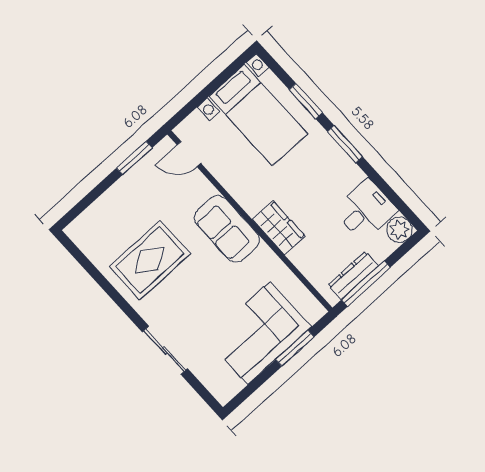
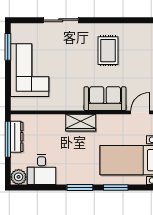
wardrobe: (279, 228) -> (81, 123), moved
sofa: (227, 229) -> (105, 99), moved
rug: (150, 260) -> (108, 51), width x0.73, depth x0.70
window: (295, 348) -> (8, 47), moved

